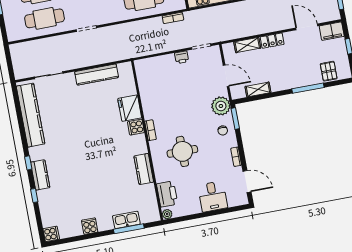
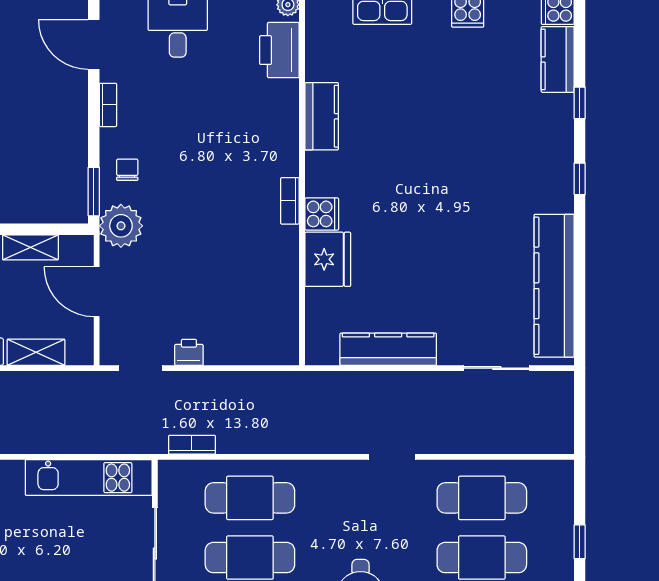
round table: (182, 151) -> (227, 140), removed
kitchen counter: (40, 175) -> (558, 59), moved

